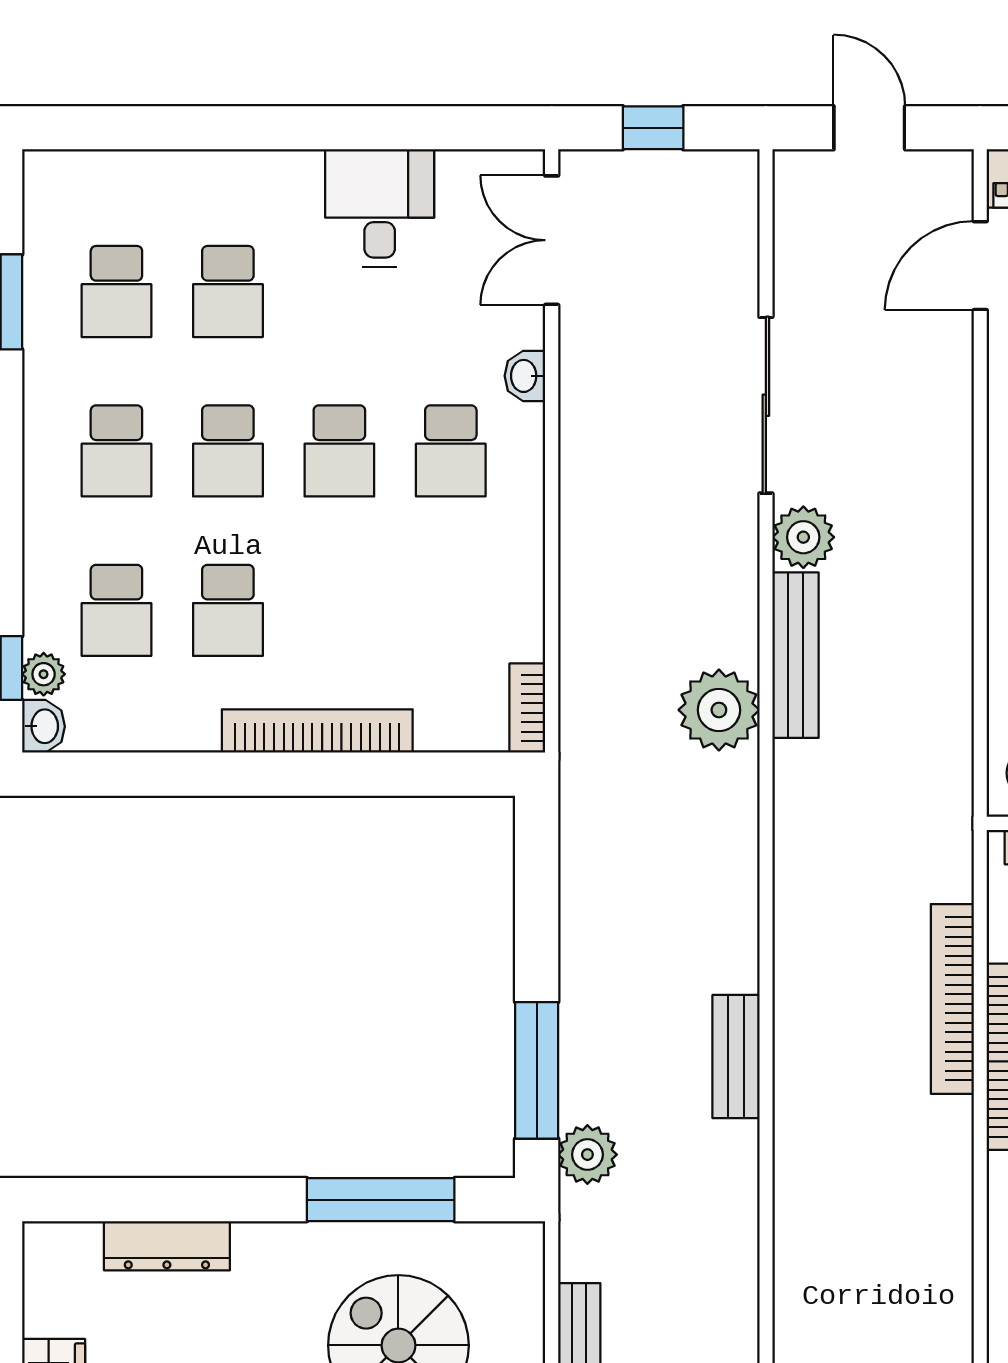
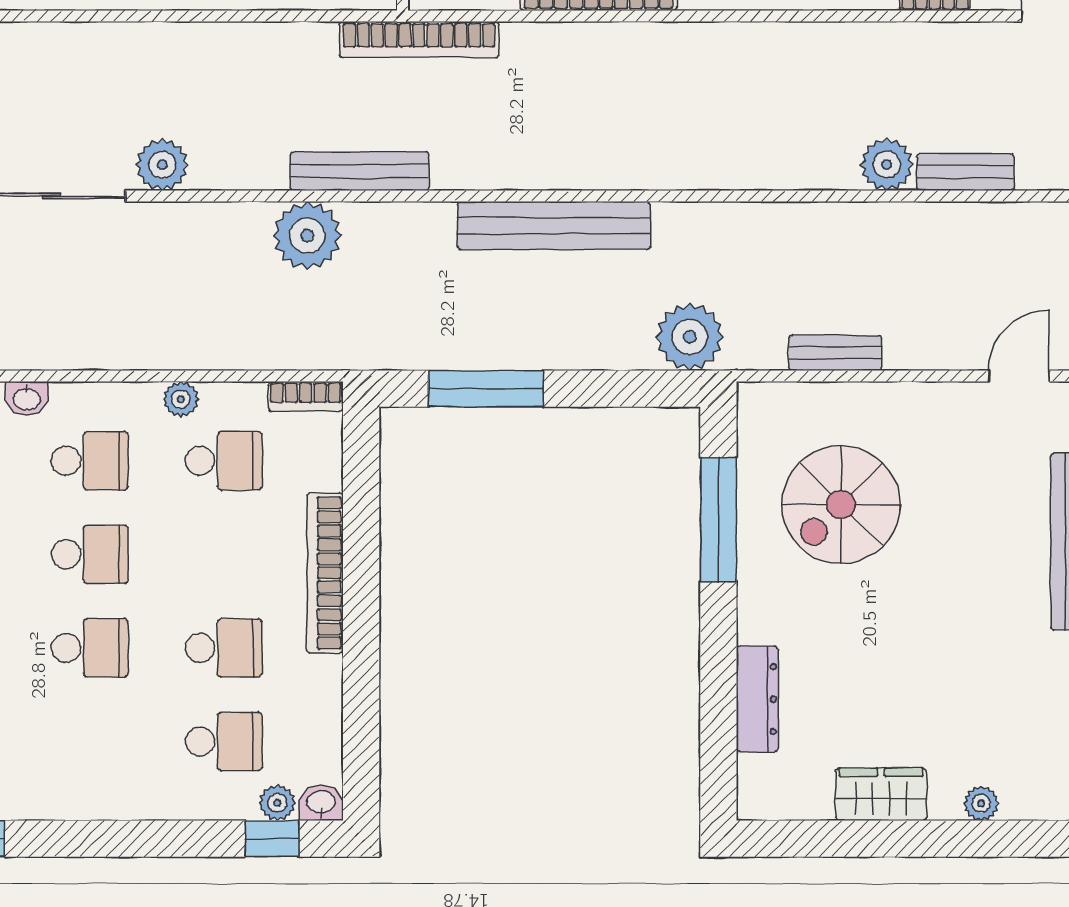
school desk: (116, 451) -> (224, 461), moved
plant: (524, 559) -> (181, 399), added
bench: (796, 655) -> (360, 171), moved
bookcase: (952, 999) -> (419, 40), moved
bench: (736, 1057) -> (554, 225), width x1.86, depth x1.21
window: (537, 1070) -> (486, 389), moved
plant: (587, 1155) -> (690, 337), width x1.36, depth x1.36

